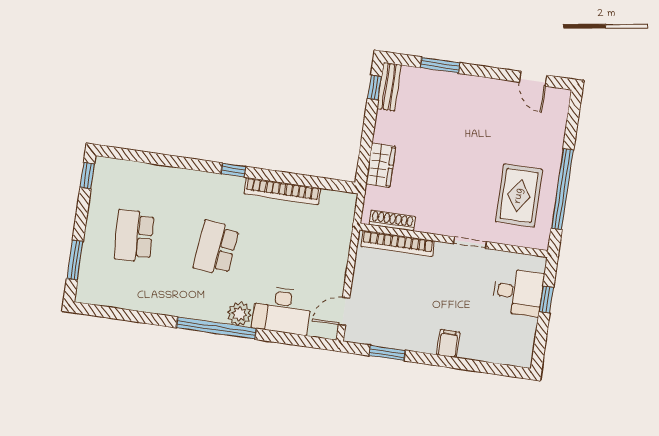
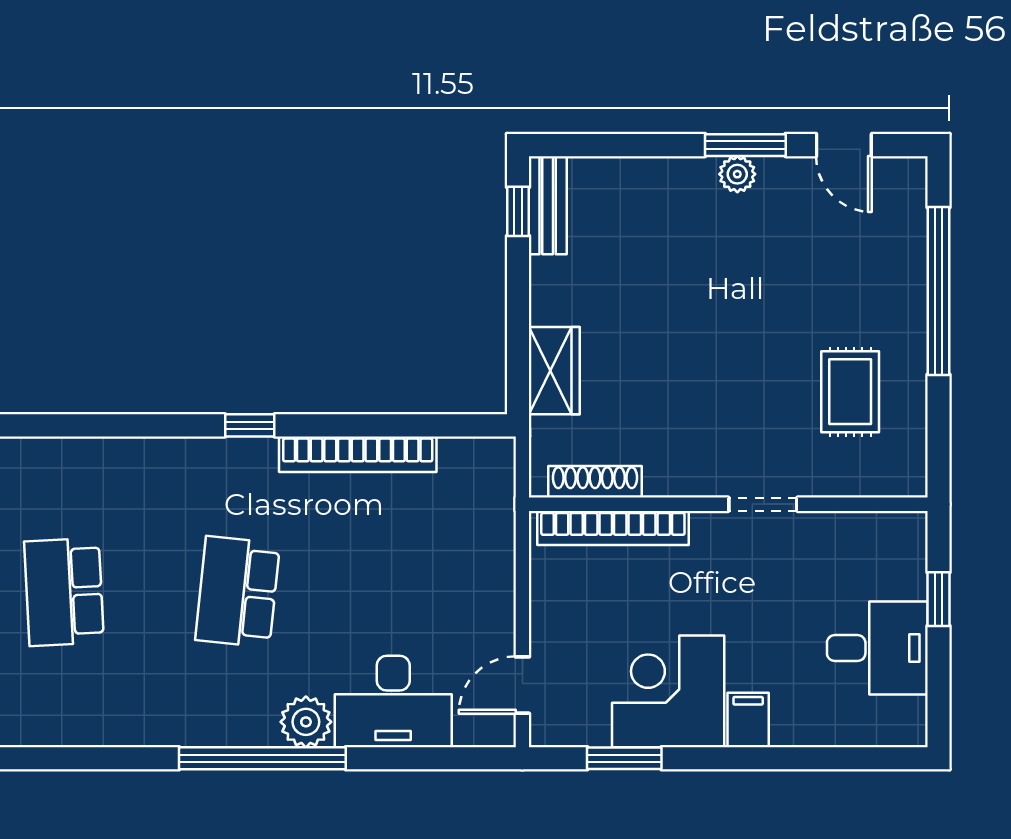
window: (440, 65) -> (745, 145), moved
plant: (481, 85) -> (737, 174), added
window: (562, 189) -> (938, 291), moved
rug: (519, 196) -> (850, 392), width x0.73, depth x0.70
desk: (518, 292) -> (877, 648), moved
corner desk: (412, 324) -> (668, 691), added

